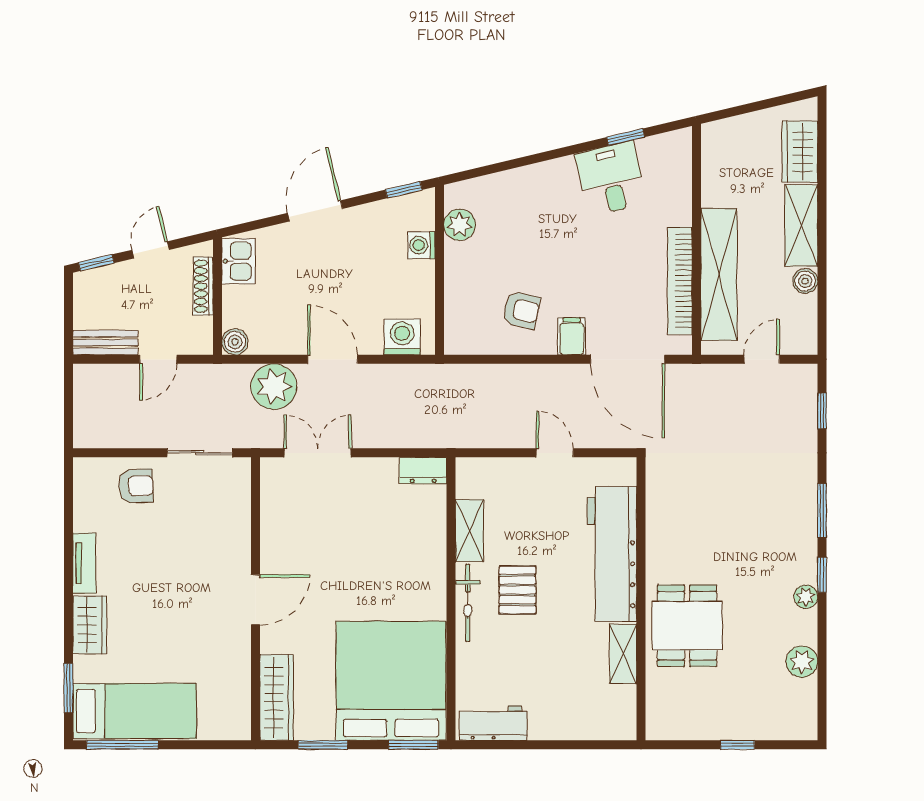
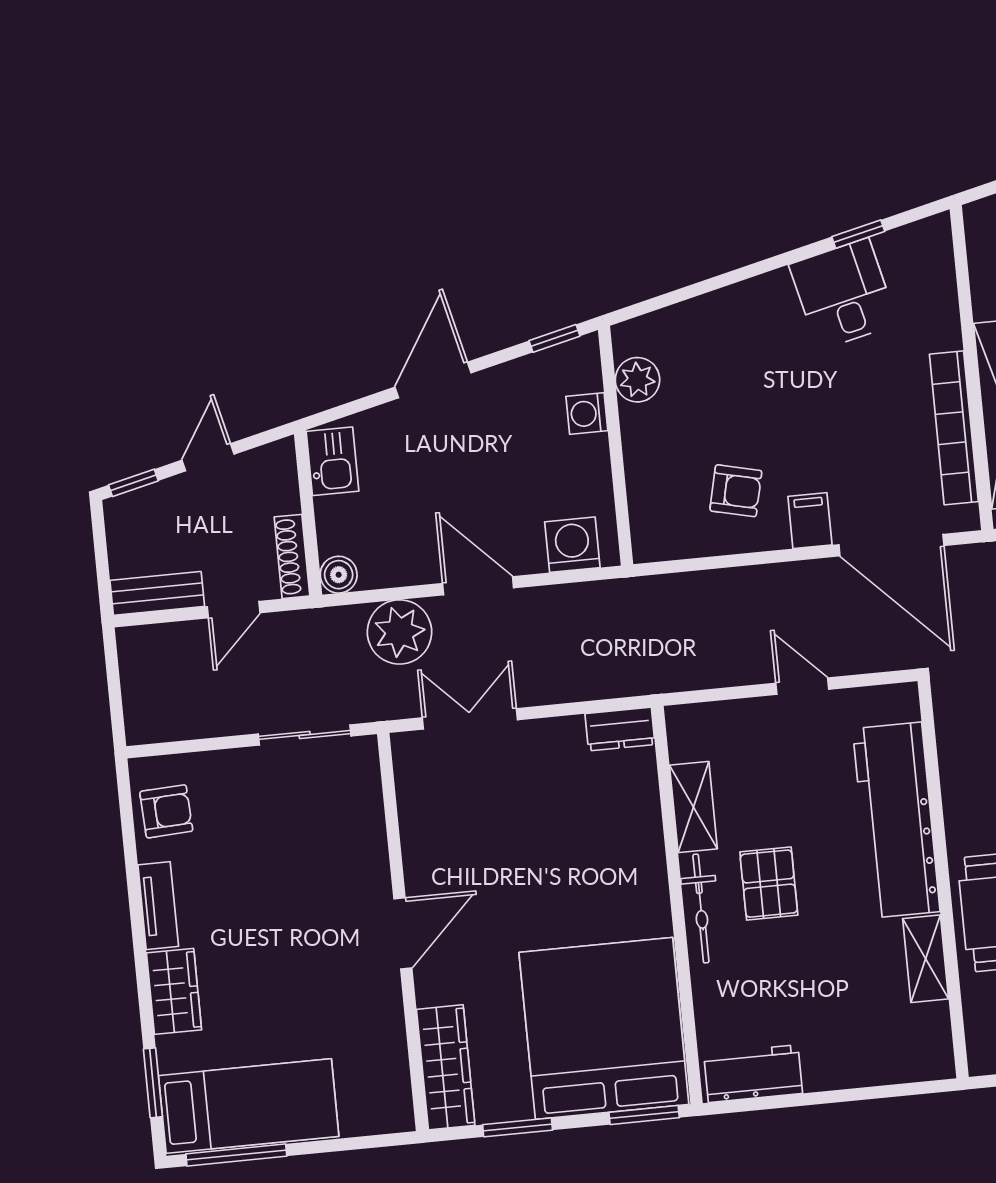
shoe rack: (203, 286) -> (292, 556), moved
armchair: (136, 486) -> (166, 811), moved

